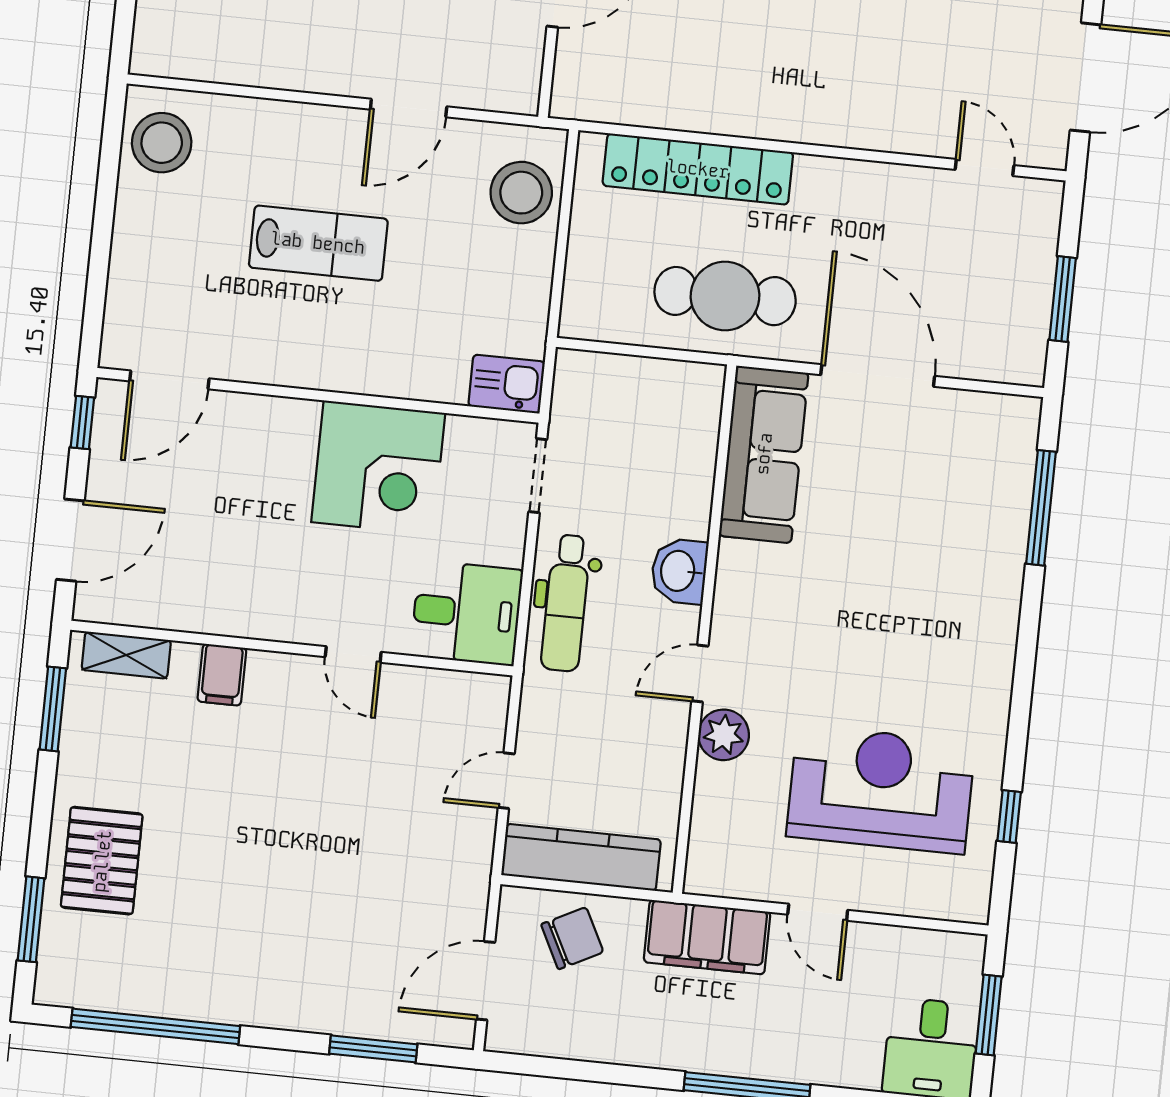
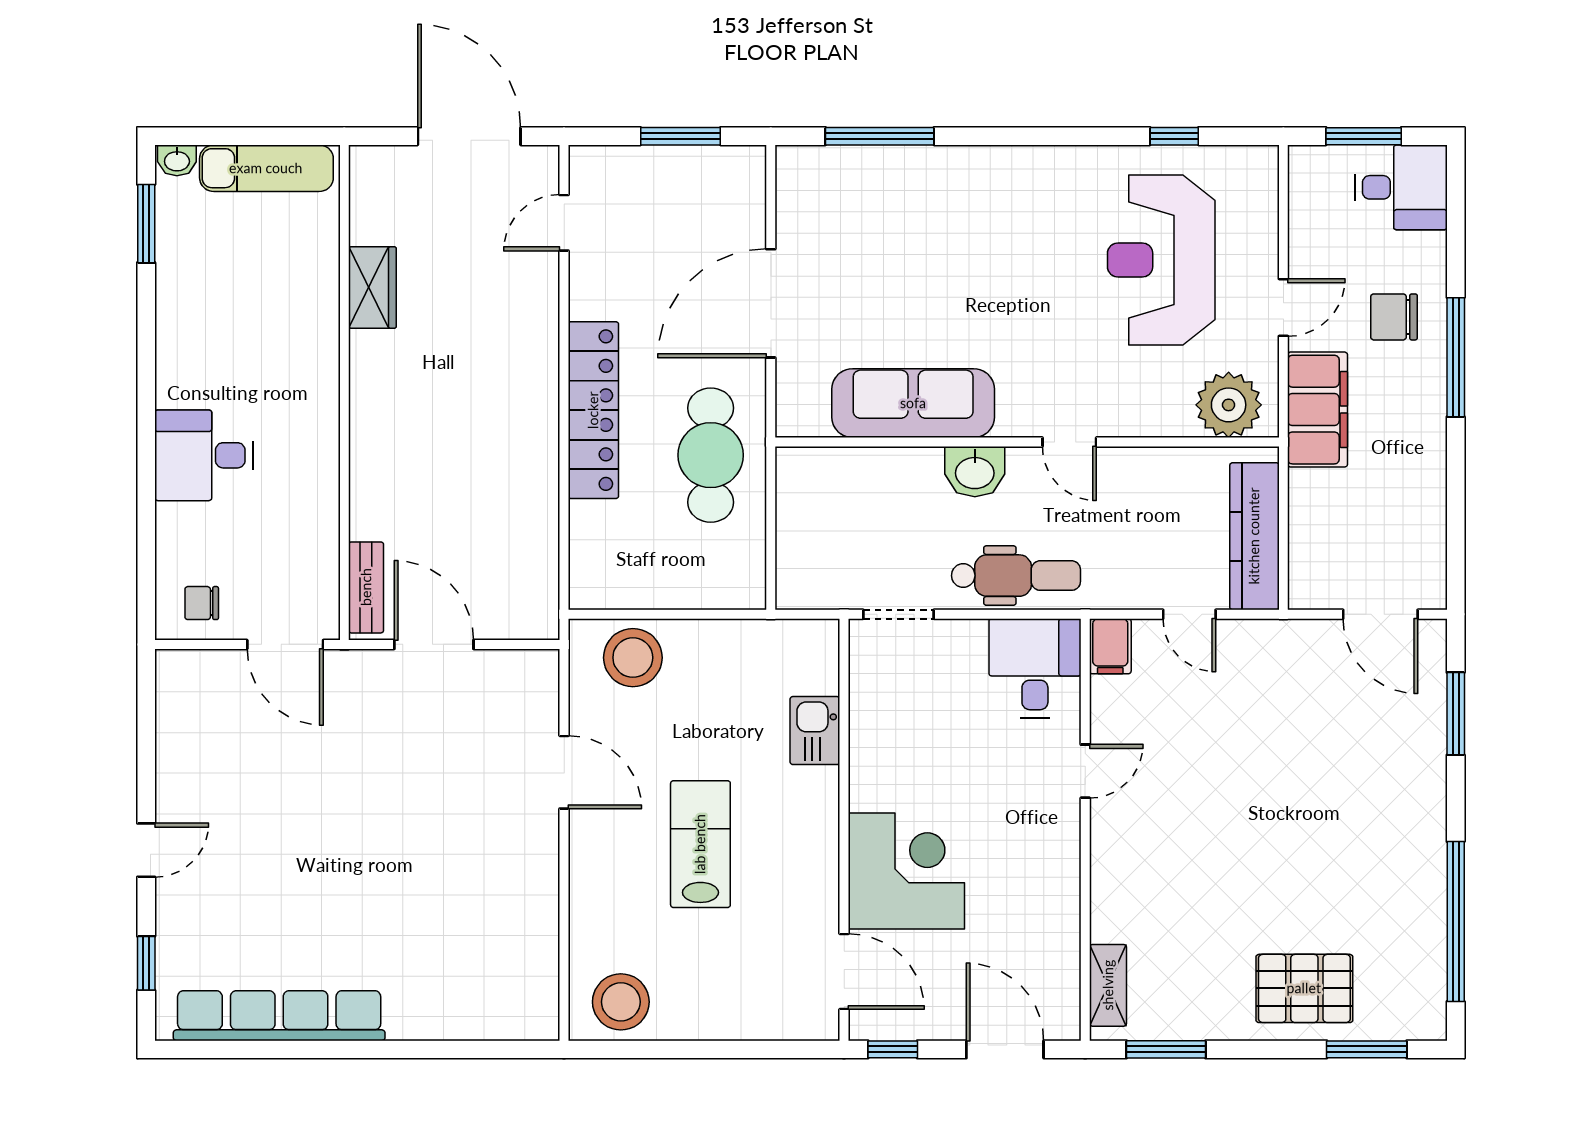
locker: (698, 169) -> (593, 410), moved
kitchen sink: (507, 384) -> (815, 731), moved
sofa: (764, 454) -> (913, 403), moved
corner desk: (378, 468) -> (906, 871), moved
filing cabinet: (222, 675) -> (1110, 646), moved, turned 90
plant: (724, 735) -> (1229, 405), moved, width x1.36, depth x1.36
chair: (572, 938) -> (1394, 317), moved, turned -63

